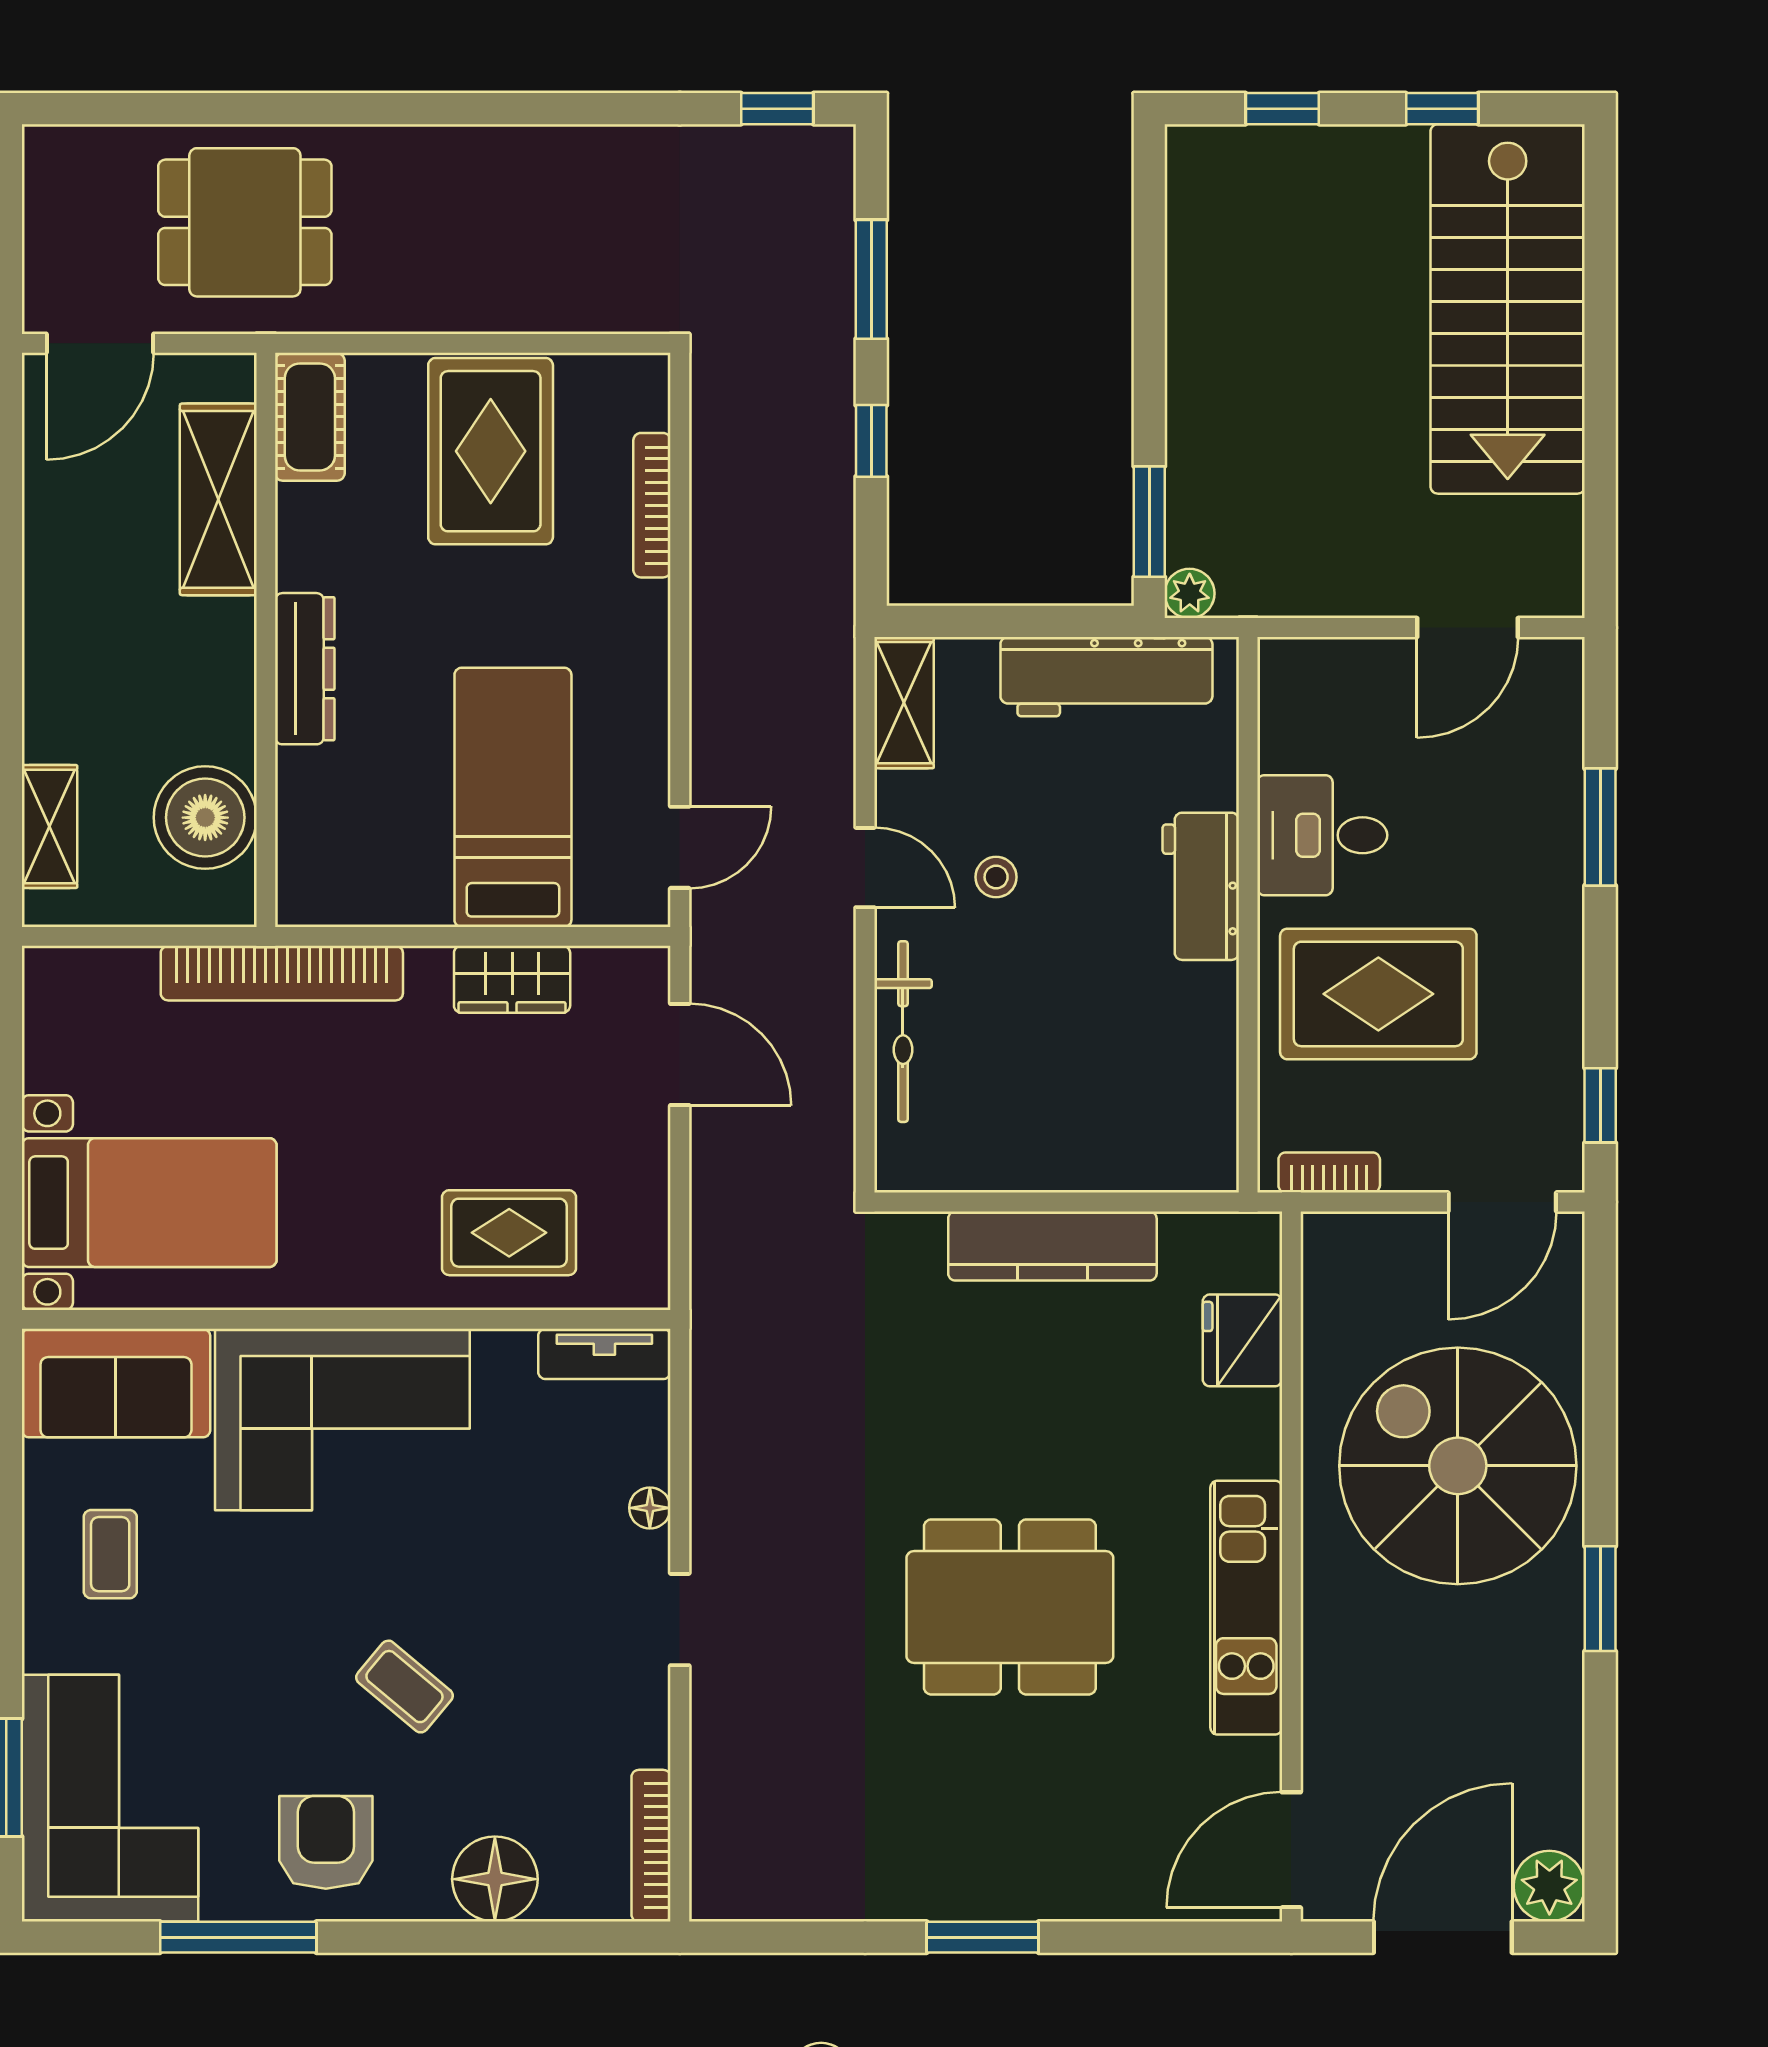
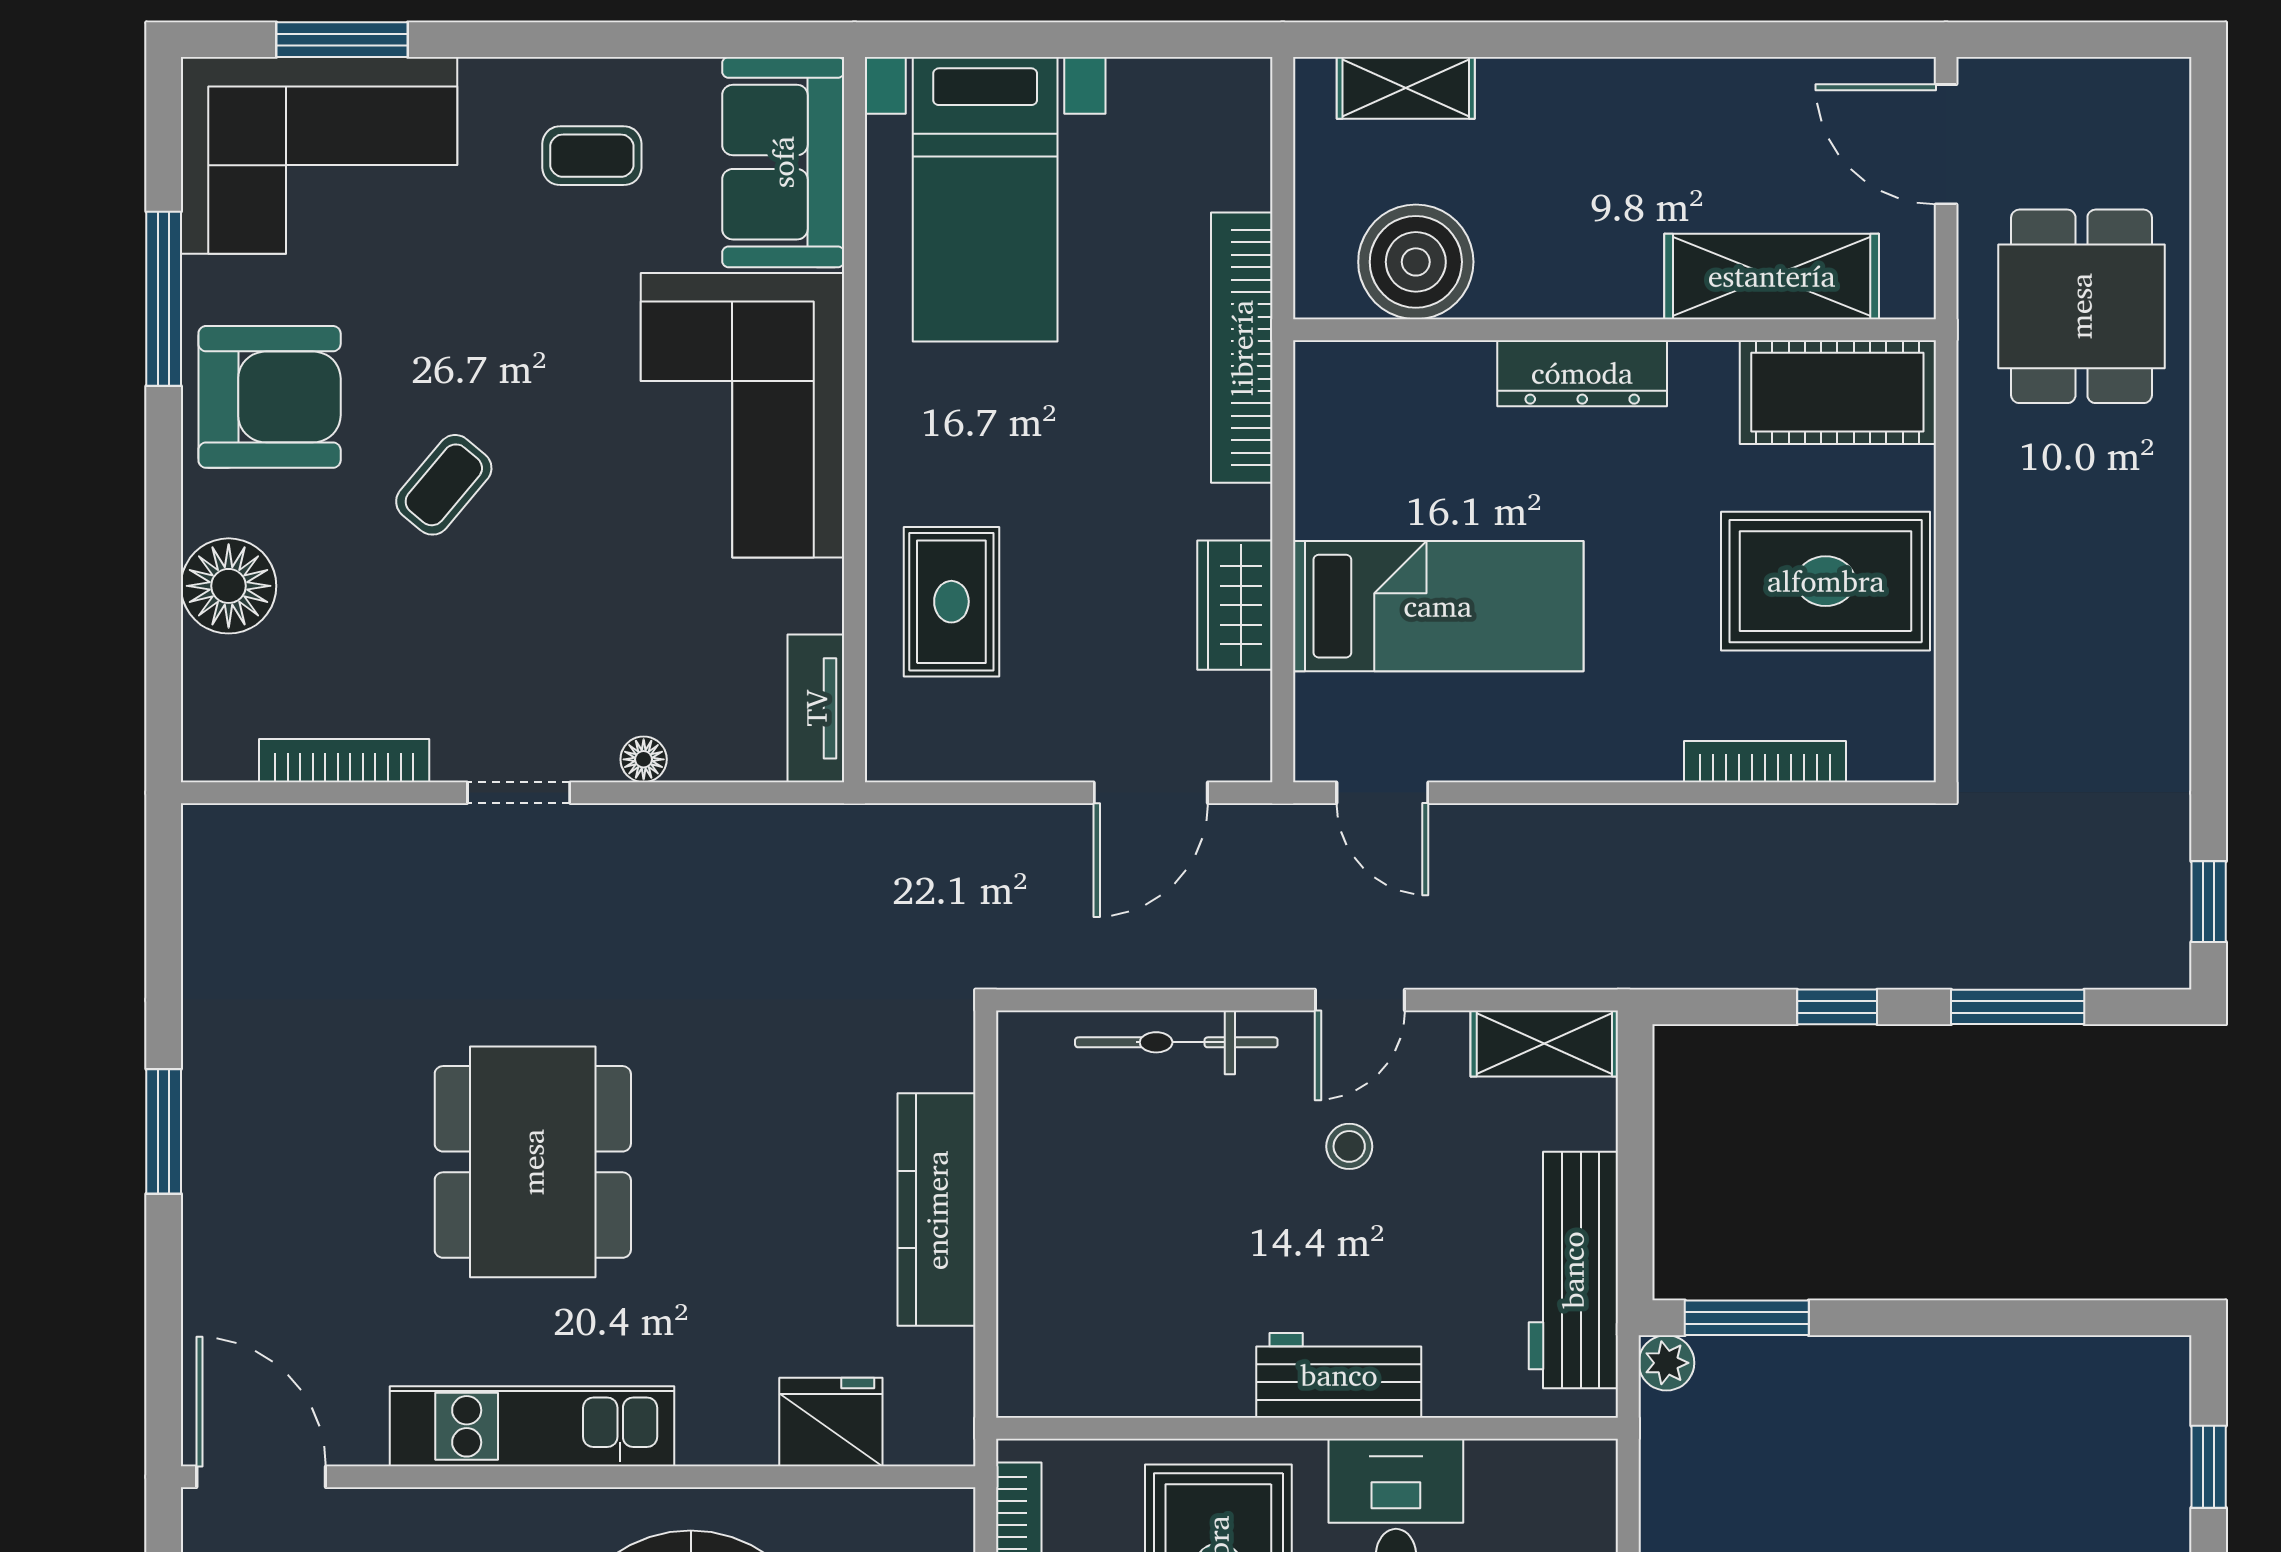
cot: (310, 417) -> (1837, 392), width x1.37, depth x1.34
armchair: (326, 1842) -> (270, 397), width x1.36, depth x1.36
bookcase: (651, 1846) -> (344, 761), moved

